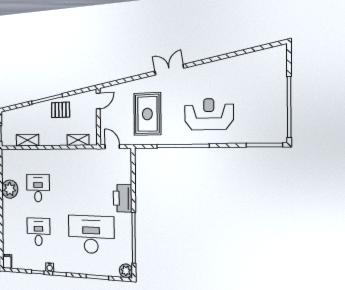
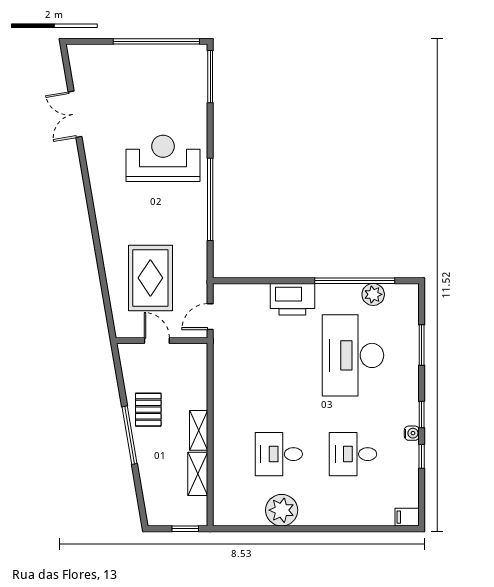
double door: (169, 70) -> (75, 114), moved
door: (98, 101) -> (157, 341), moved
rug: (147, 114) -> (150, 278), moved, turned 90
reception desk: (209, 114) -> (163, 158), turned 90
shelving: (78, 140) -> (199, 430), moved
plant: (126, 271) -> (373, 294), moved

